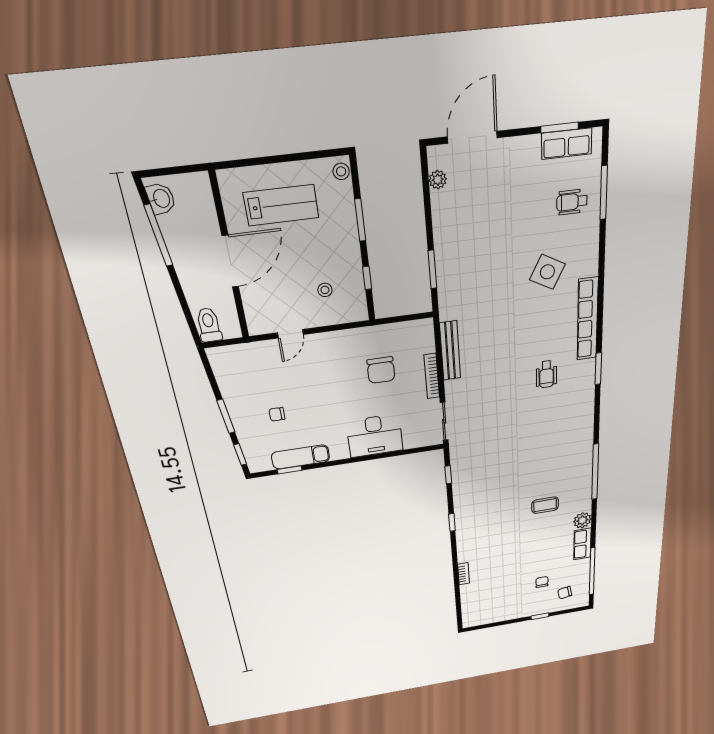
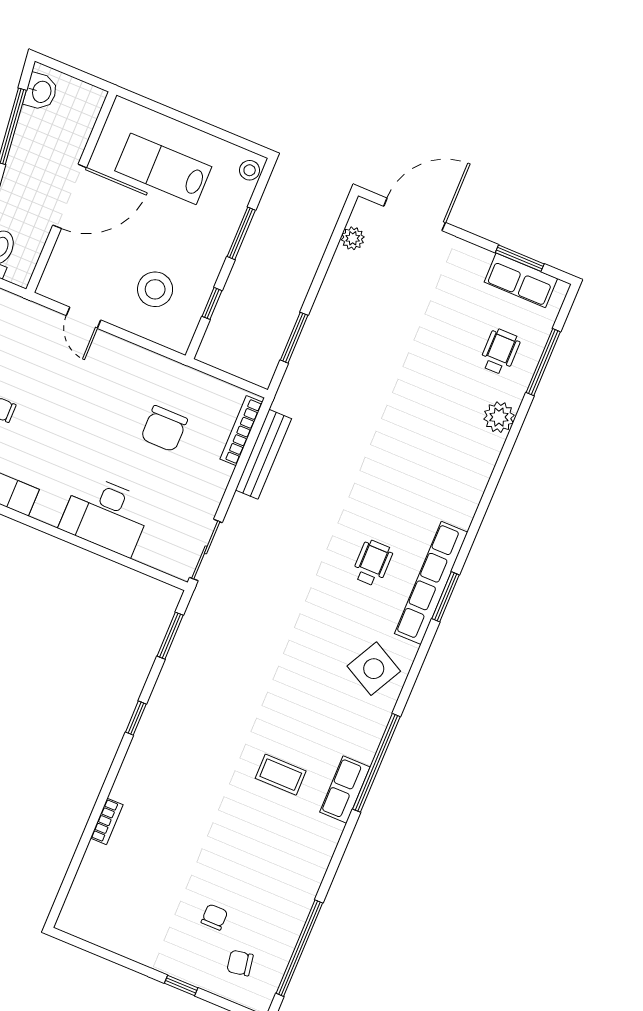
wheelchair: (572, 202) -> (500, 352), turned 90
lab bench: (281, 205) -> (163, 169), turned 180
side table: (547, 272) -> (374, 669), moved
stool: (325, 290) -> (155, 289), width x1.89, depth x1.89
row of seats: (588, 319) -> (431, 583), moved
door: (290, 334) -> (84, 318), hinge flipped
wheelchair: (546, 374) -> (373, 563), turned 180
bookcase: (432, 376) -> (241, 431), moved
window: (448, 475) -> (170, 636), width x1.50
plant: (582, 520) -> (499, 417), moved
row of seats: (582, 544) -> (345, 790), moved

